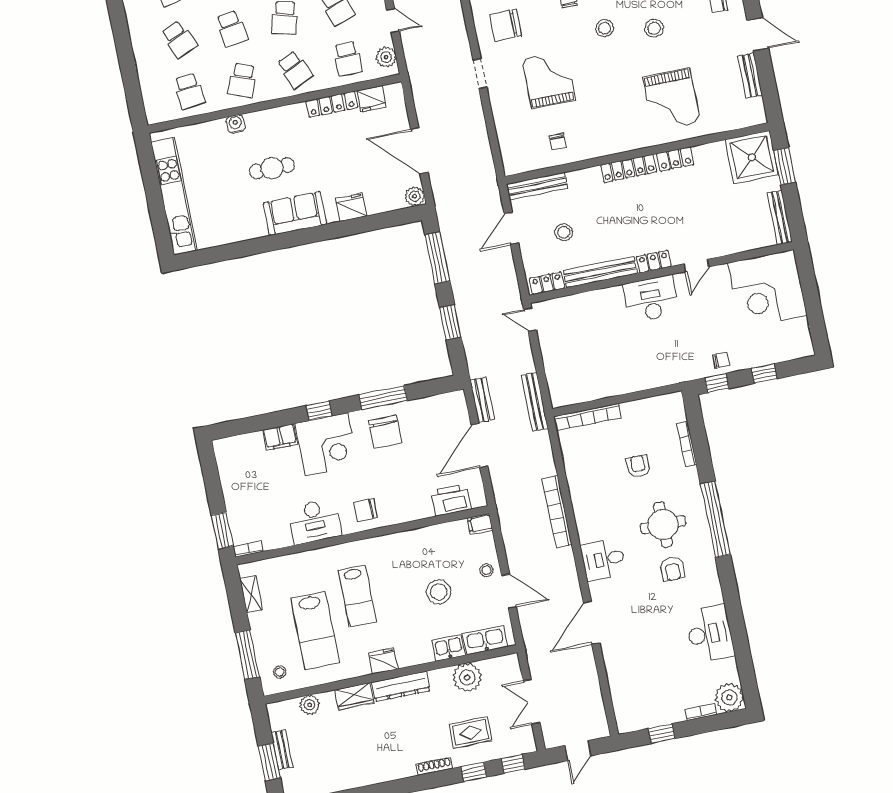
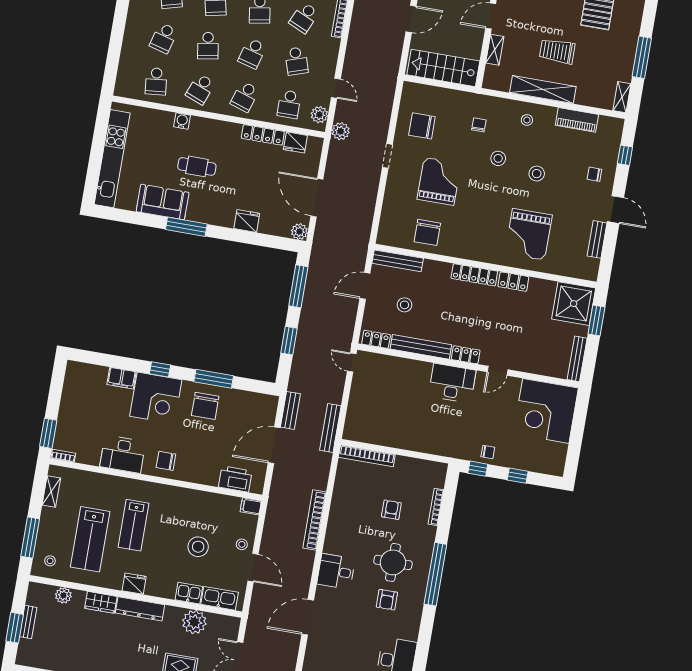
school desk: (179, 39) -> (164, 38), turned 39
plant: (417, 66) -> (341, 131), added
school desk: (295, 70) -> (245, 97), turned 42
chair: (558, 142) -> (427, 232), width x1.87, depth x1.87
sofa: (295, 213) -> (163, 202), moved
window: (286, 240) -> (186, 227), added

